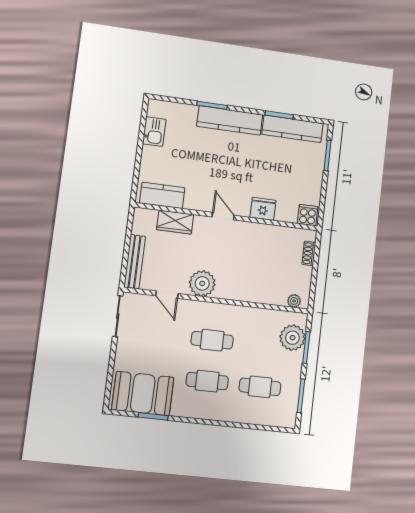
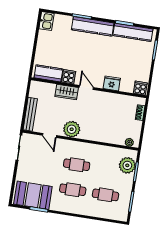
kitchen sink: (154, 132) -> (47, 21), moved
cooker: (195, 200) -> (69, 77), added
wardrobe: (175, 222) -> (67, 92), moved

